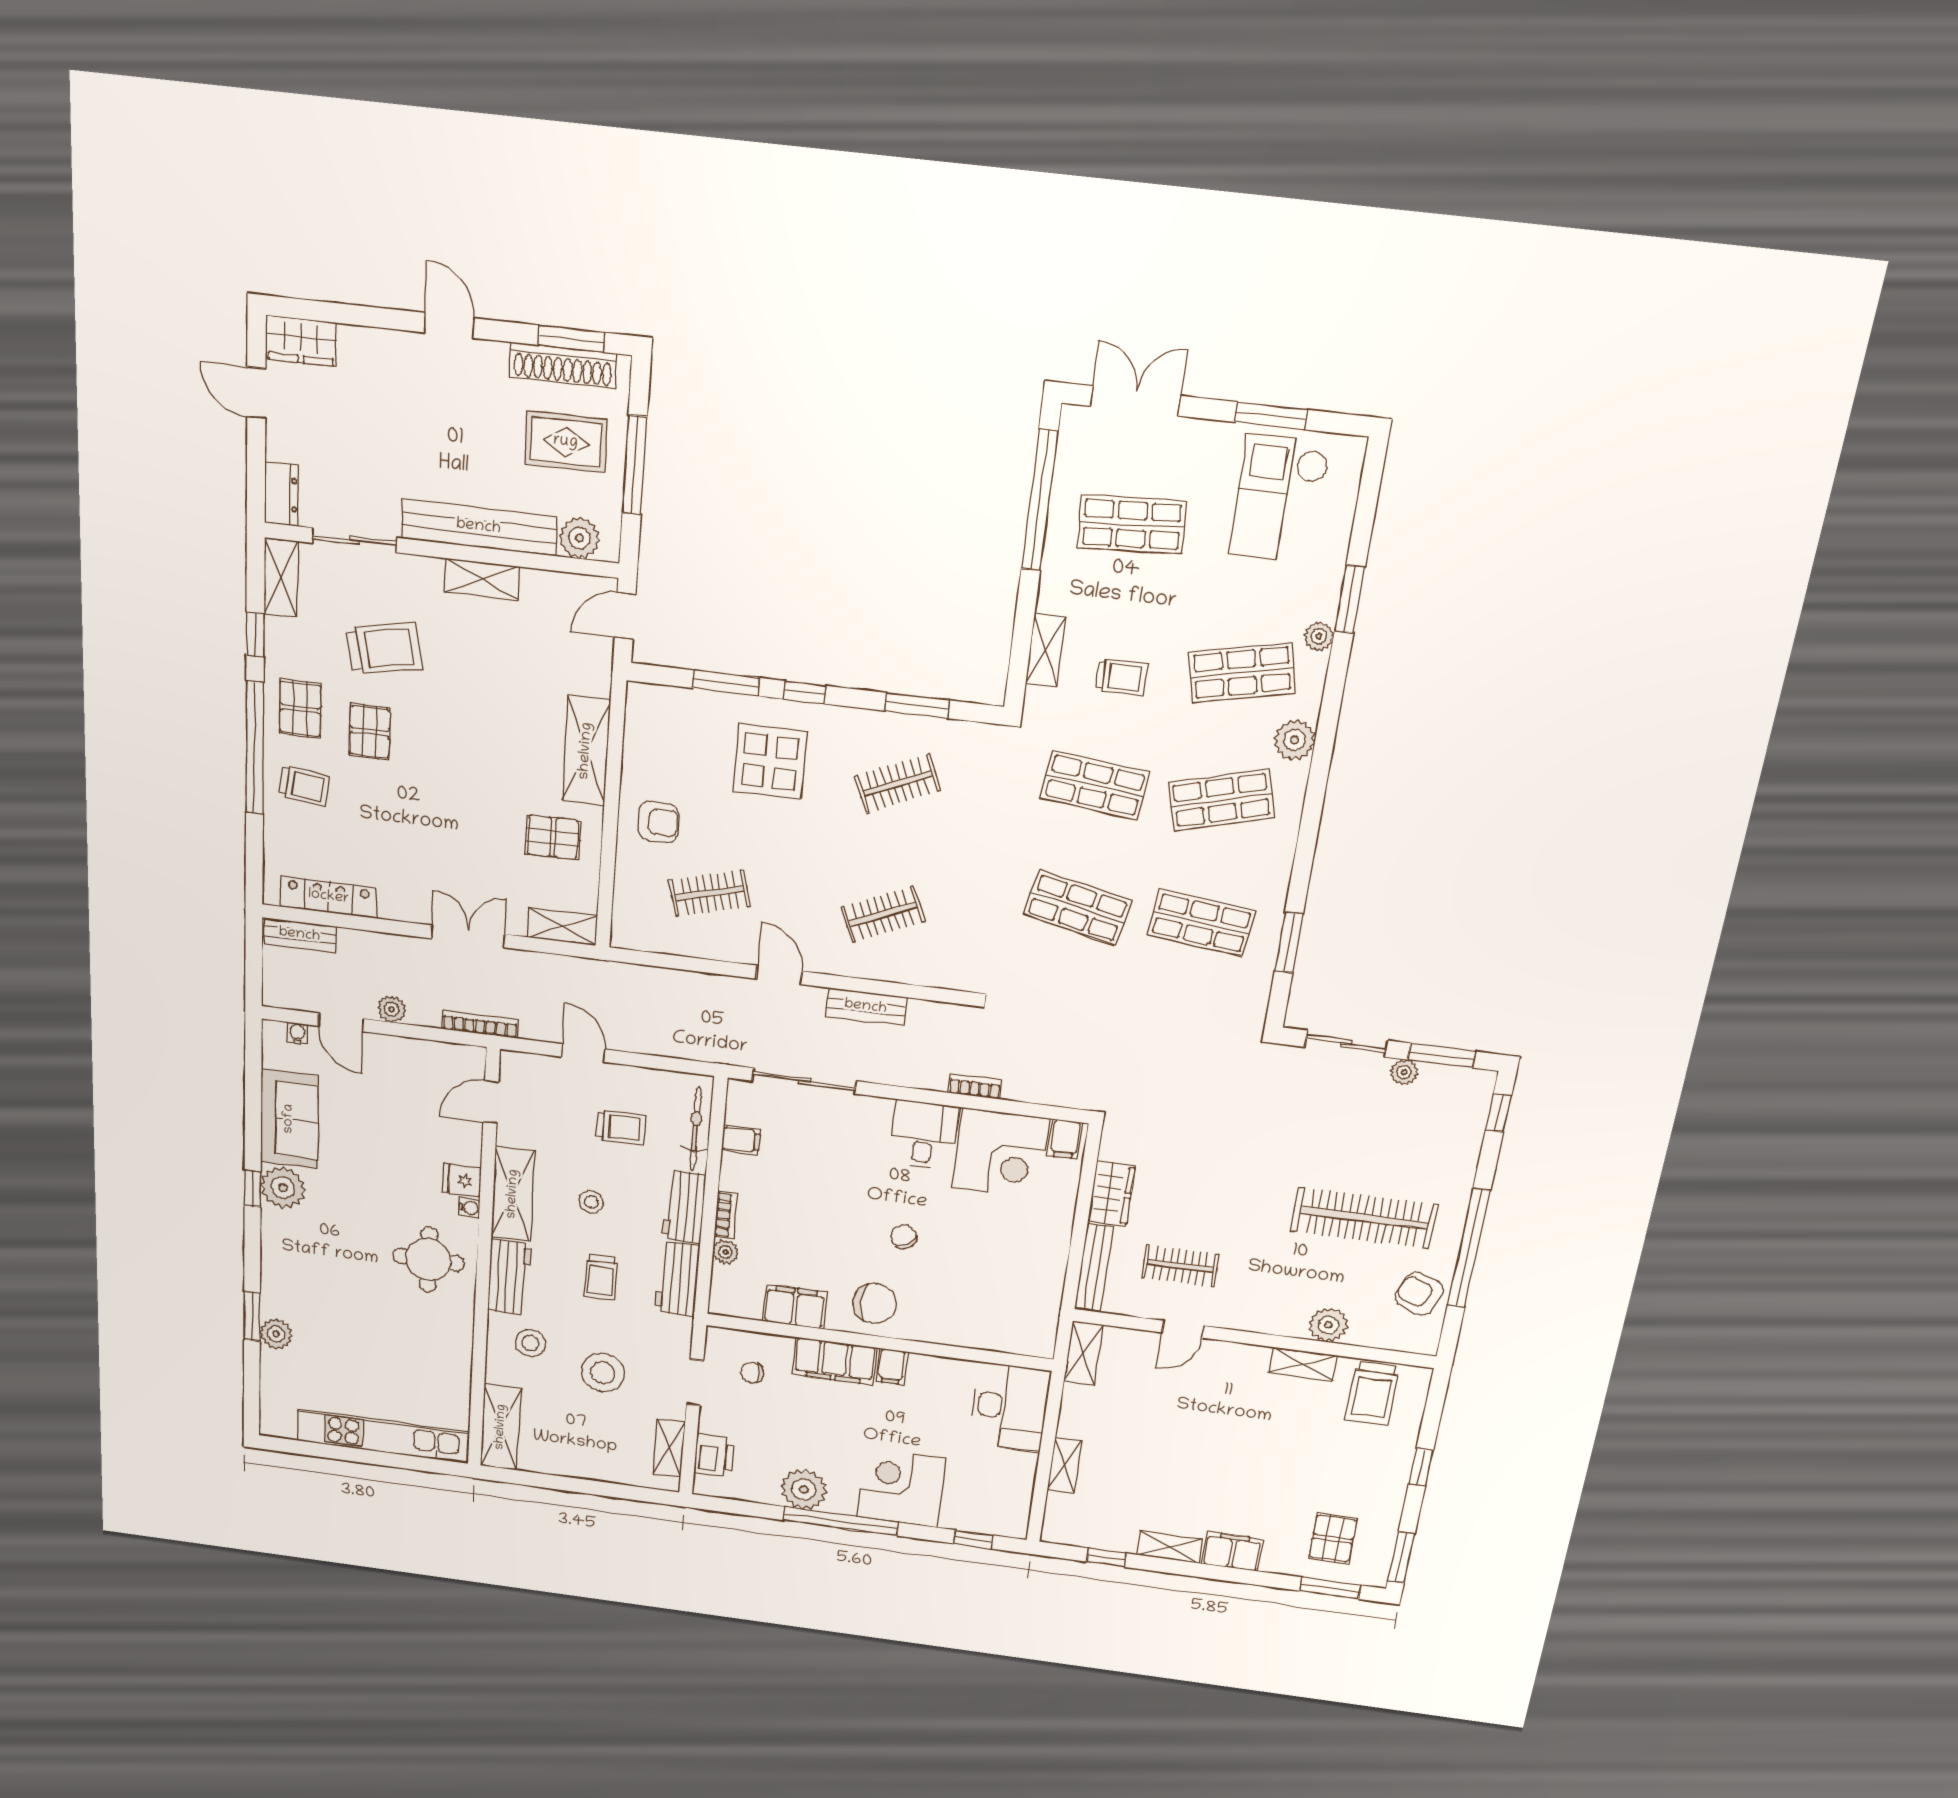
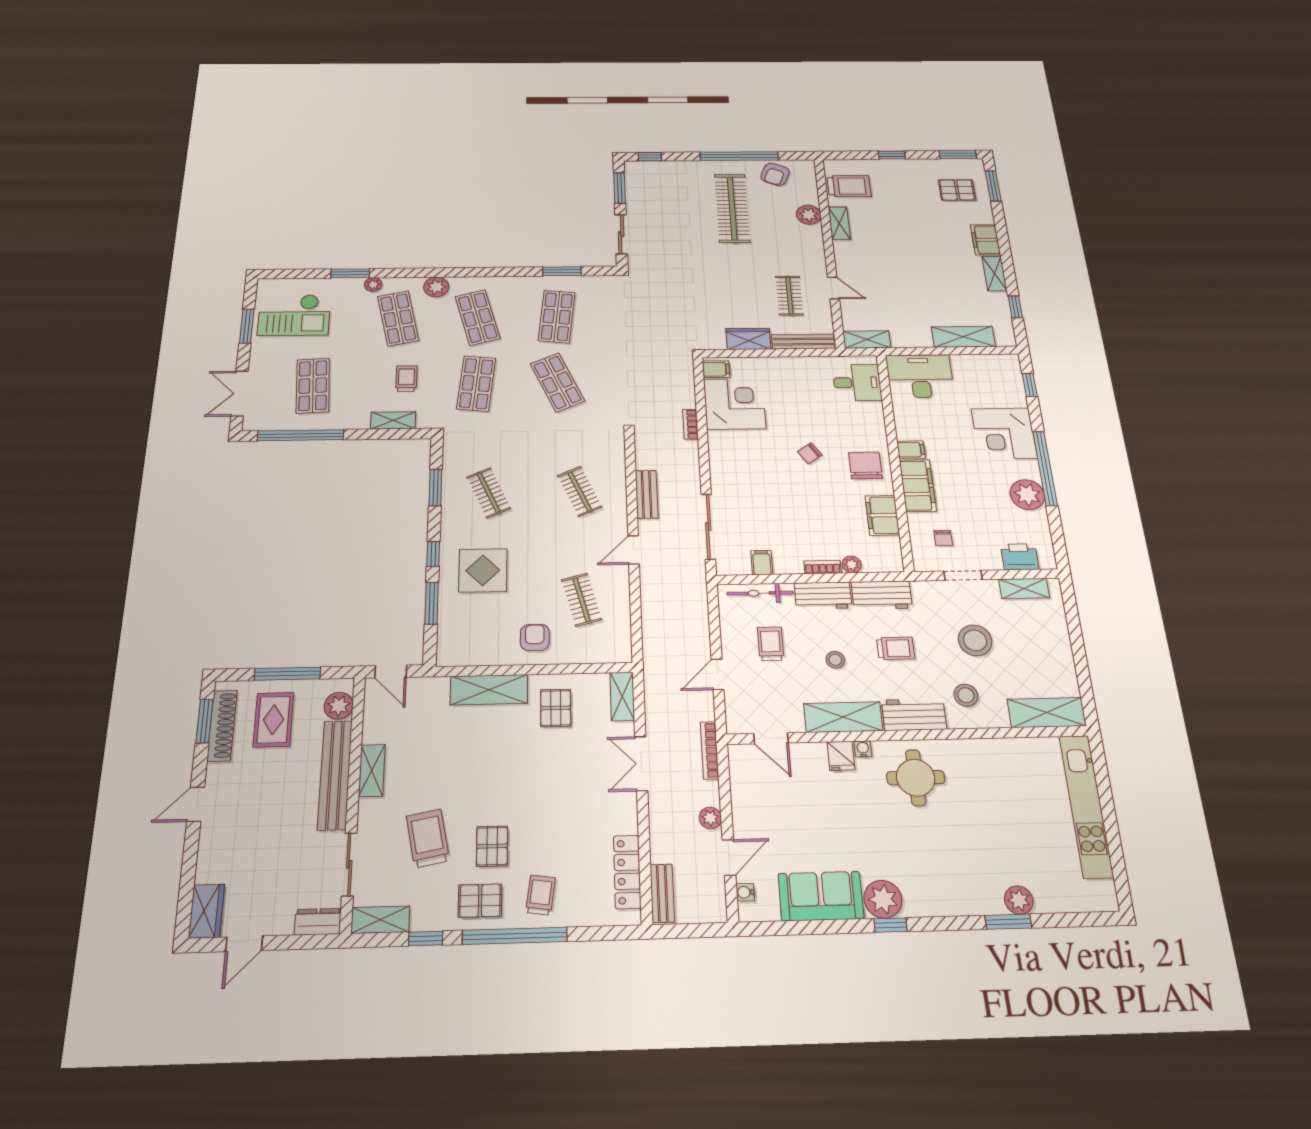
pallet: (370, 732) -> (492, 846), turned 90
shop shelf: (1078, 908) -> (557, 382), turned -36
plant: (1404, 1072) -> (634, 204), removed
desk: (924, 1135) -> (857, 383), moved, turned 180
shelving: (1064, 1465) -> (963, 337), width x1.50, depth x1.33

